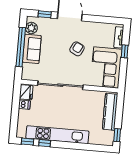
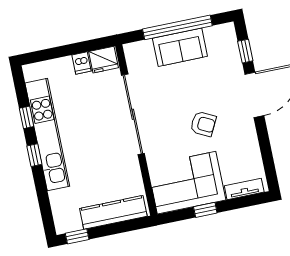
plant: (31, 28) -> (215, 36), removed
window: (125, 51) -> (205, 210), moved
window: (27, 142) -> (34, 155), moved

